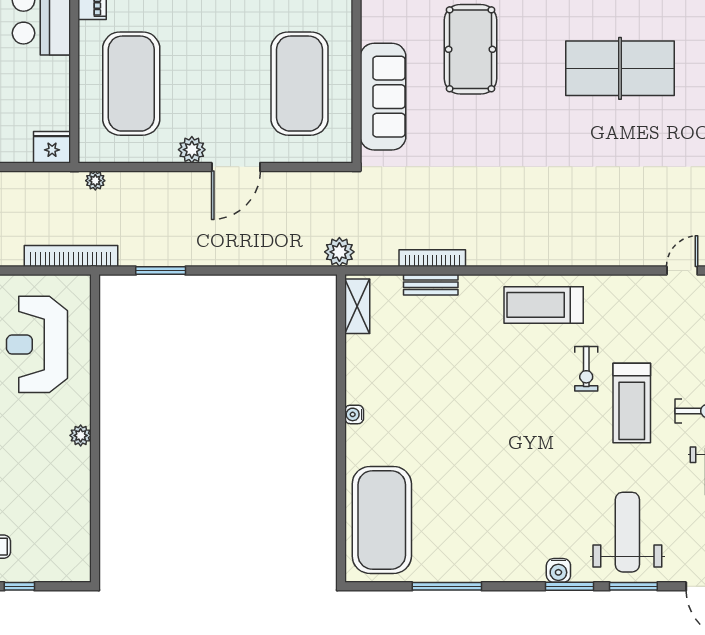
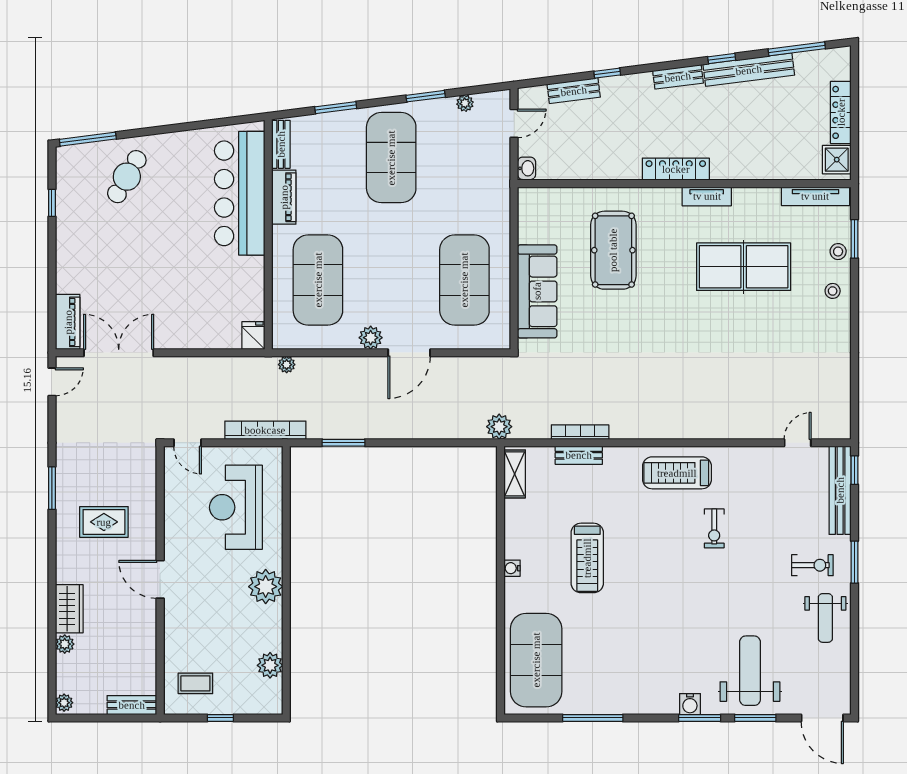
fridge: (52, 147) -> (253, 336), width x0.72
treadmill: (632, 403) -> (587, 558), moved
plant: (81, 435) -> (266, 587), width x1.88, depth x1.88
plant: (76, 526) -> (270, 665), added

